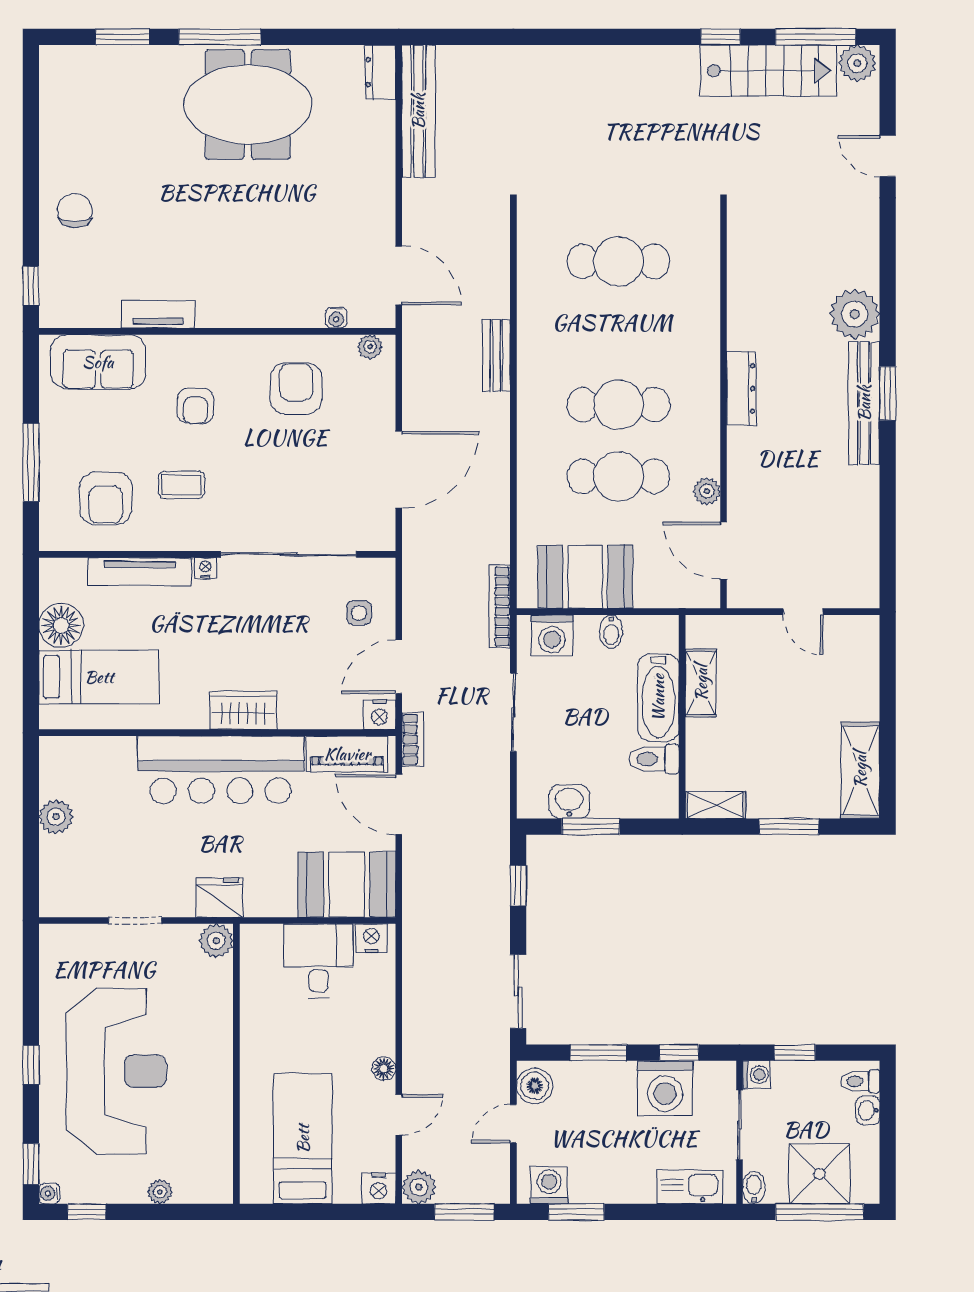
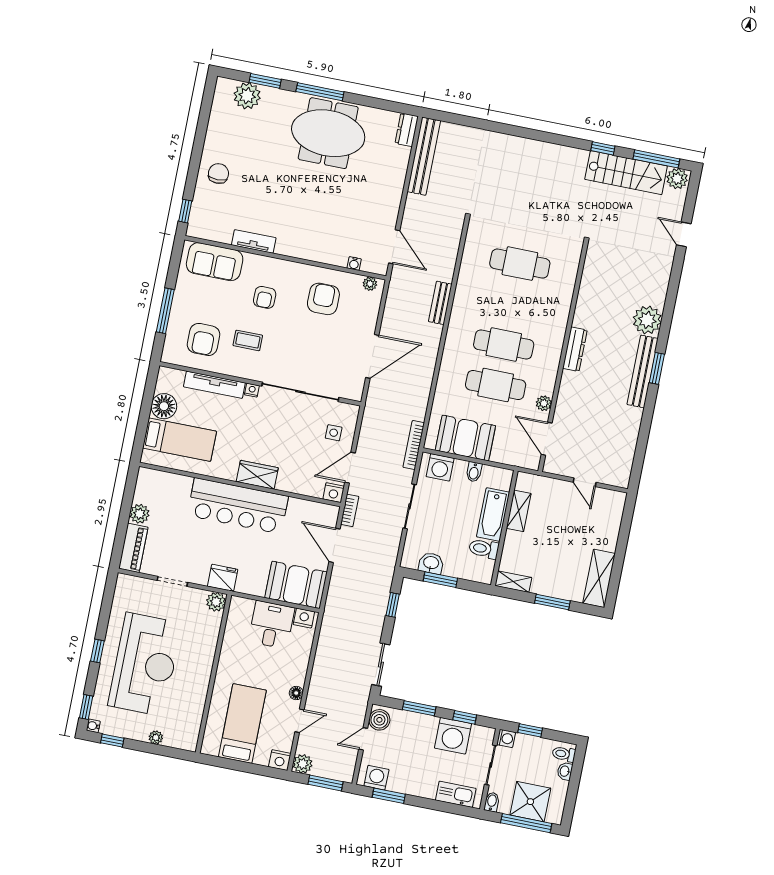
plant: (97, 68) -> (247, 96), added
piano: (347, 754) -> (133, 548), moved, turned -90

